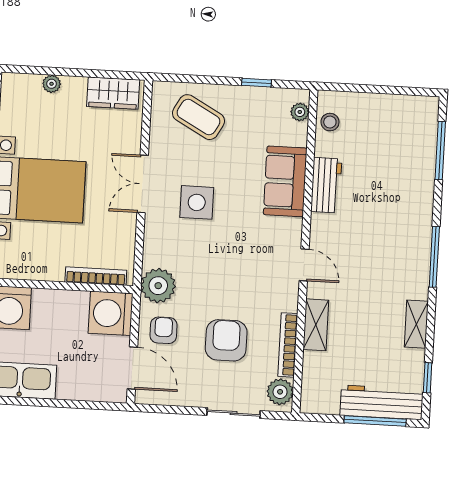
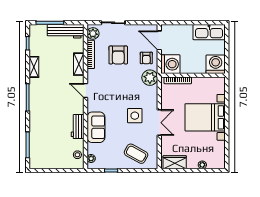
workbench: (382, 402) -> (66, 31), moved

